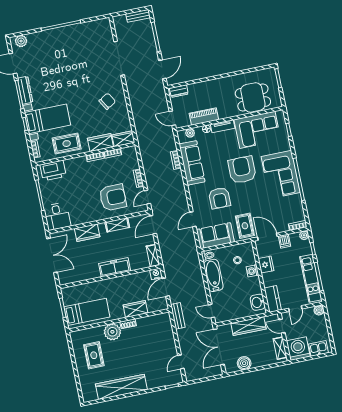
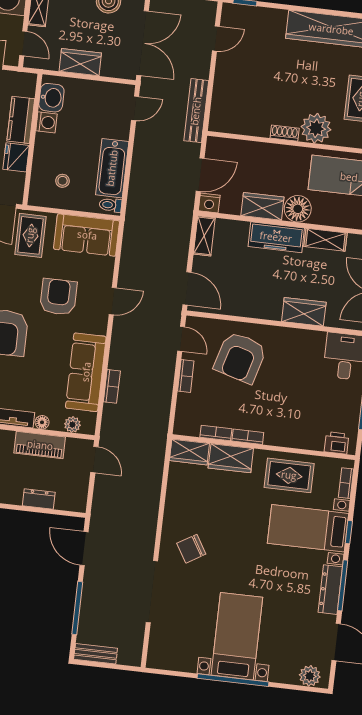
bed with nightstands: (66, 49) -> (237, 636), added
door: (162, 69) -> (84, 549), hinge flipped
dresser: (179, 91) -> (39, 499), moved
chair: (107, 101) -> (191, 549), moved
printer: (53, 171) -> (337, 443), width x0.53, depth x0.68
armchair: (113, 197) -> (240, 357), turned -74
door: (147, 197) -> (181, 339), hinge flipped
door: (193, 219) -> (113, 301), moved
shelving: (117, 225) -> (326, 240), moved
door: (153, 225) -> (187, 288), hinge flipped
washing machine: (252, 271) -> (46, 122), moved
floor lamp: (108, 286) -> (298, 209), added
kitchen counter: (273, 299) -> (21, 120), moved
wardrobe: (135, 309) -> (262, 206), moved, turned 180
door: (212, 311) -> (135, 108), hinge flipped
bench: (178, 316) -> (196, 111), width x1.36
wardrobe: (249, 326) -> (80, 62), width x0.67

